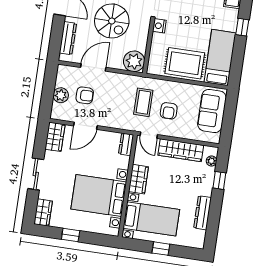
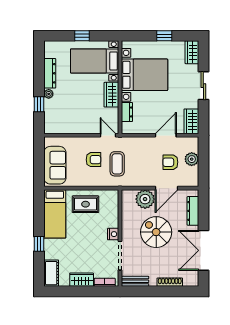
plant: (134, 61) -> (145, 199), moved
rug: (185, 63) -> (86, 204), width x0.73, depth x0.70
armchair: (169, 111) -> (93, 160), turned 90
dresser: (126, 144) -> (127, 112), moved
wardrobe: (181, 150) -> (77, 126), removed
plant: (211, 161) -> (49, 94), moved

